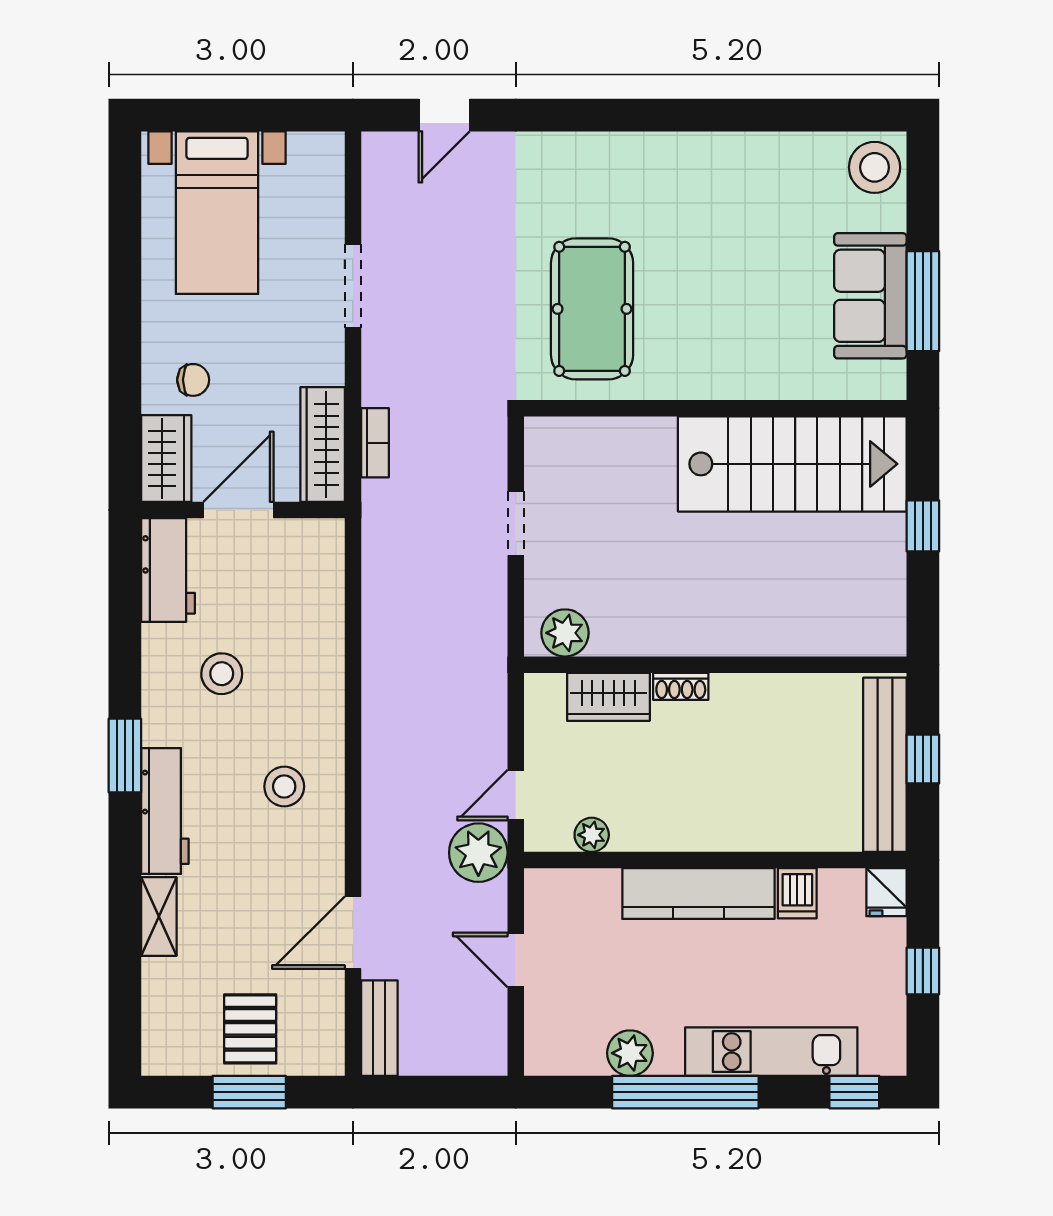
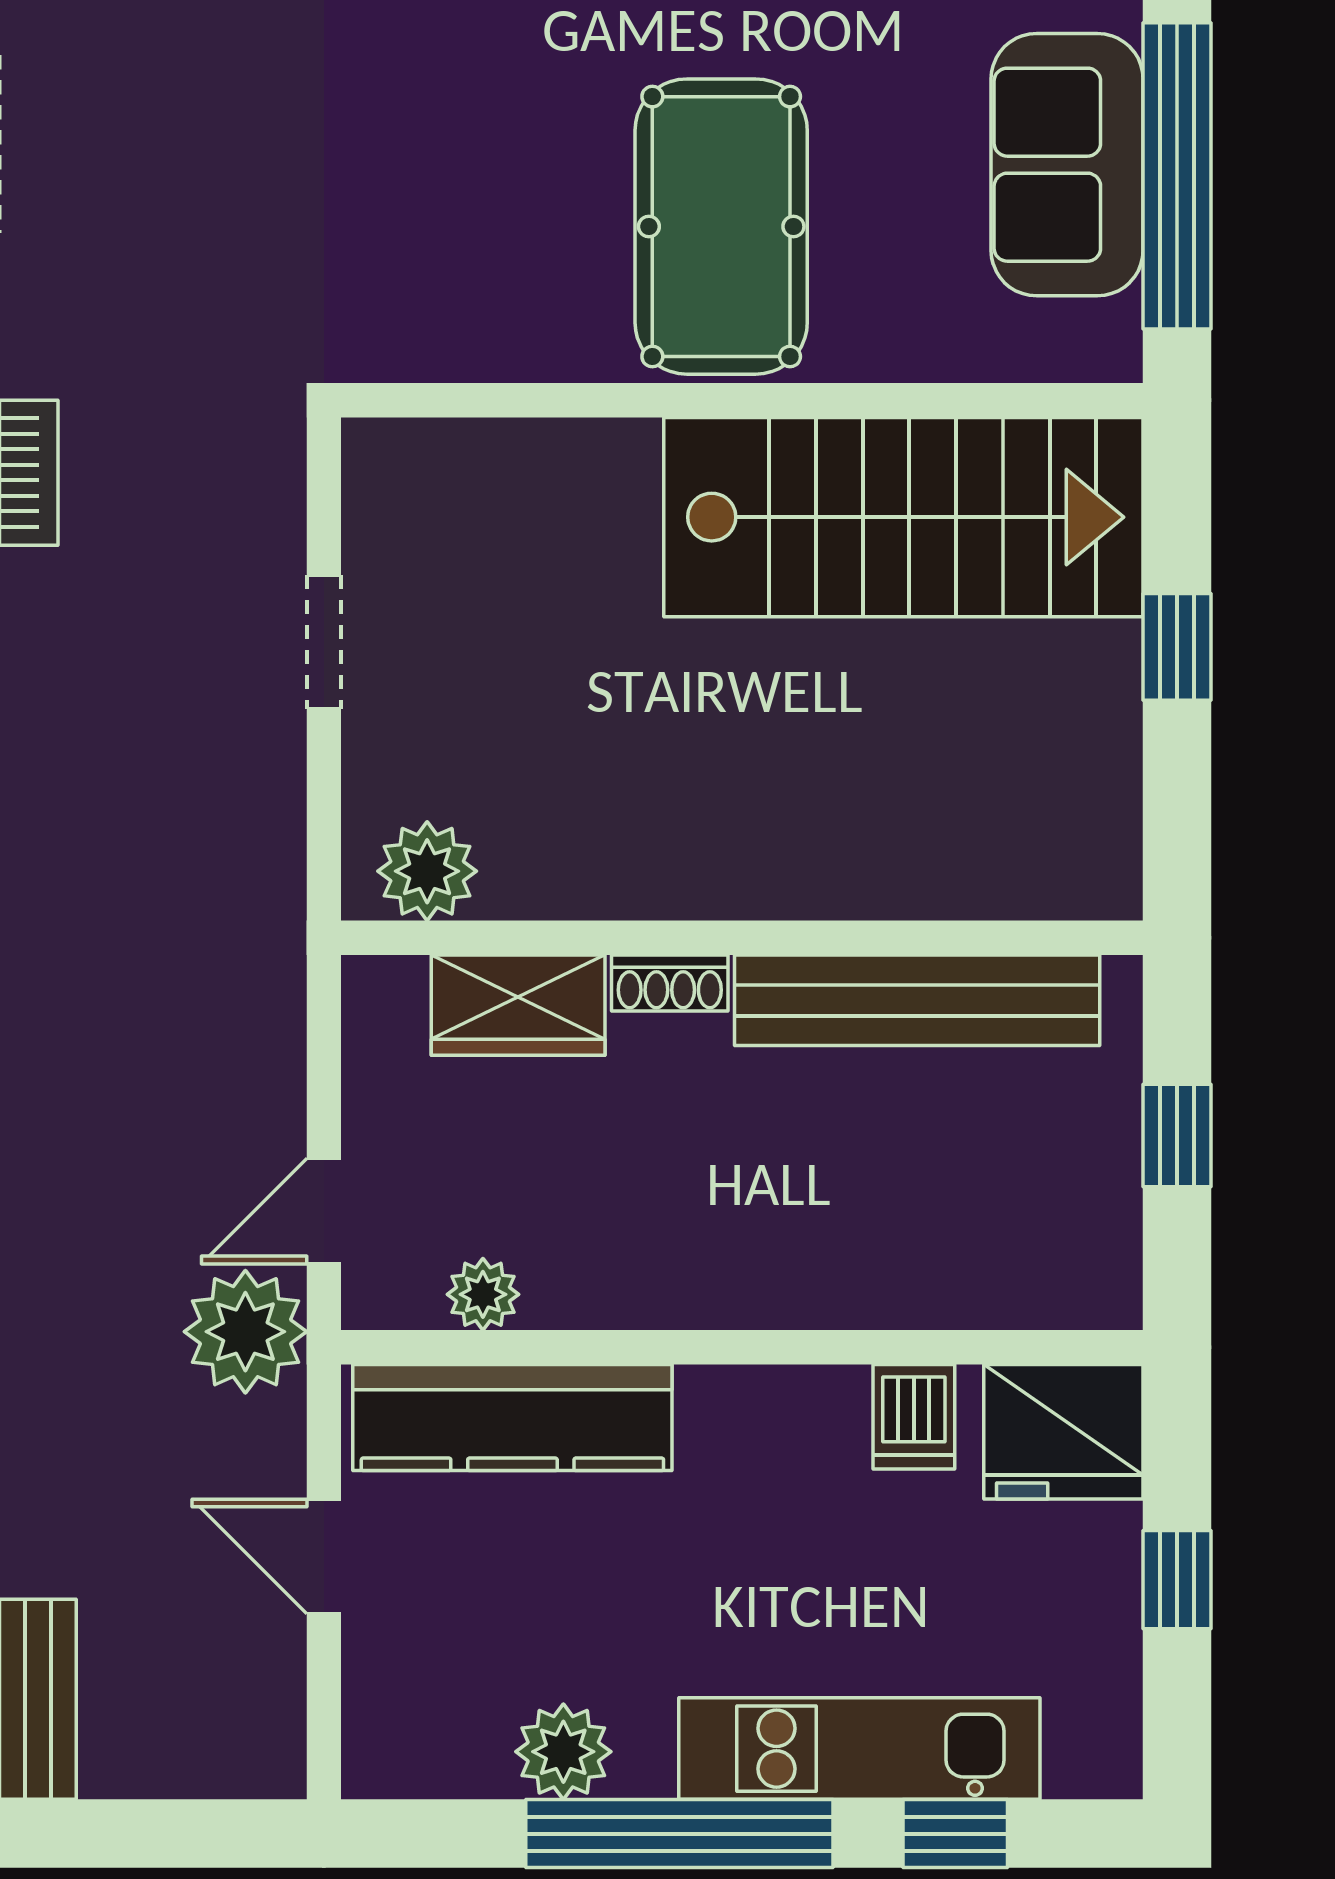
window: (923, 301) -> (1177, 176), width x1.46
pool table: (592, 309) -> (721, 227), moved
bench: (885, 765) -> (917, 1000), moved, turned 90
fridge: (886, 892) -> (1063, 1432), width x1.88, depth x1.34
kitchen counter: (698, 894) -> (512, 1418), moved
window: (854, 1092) -> (955, 1834), moved

